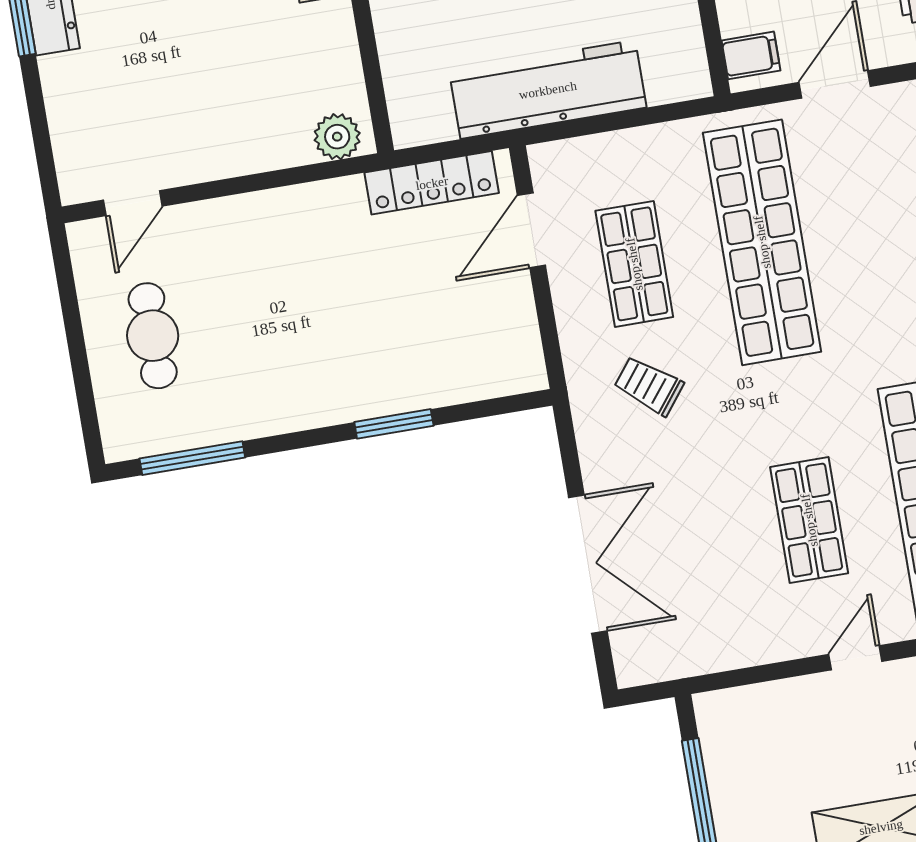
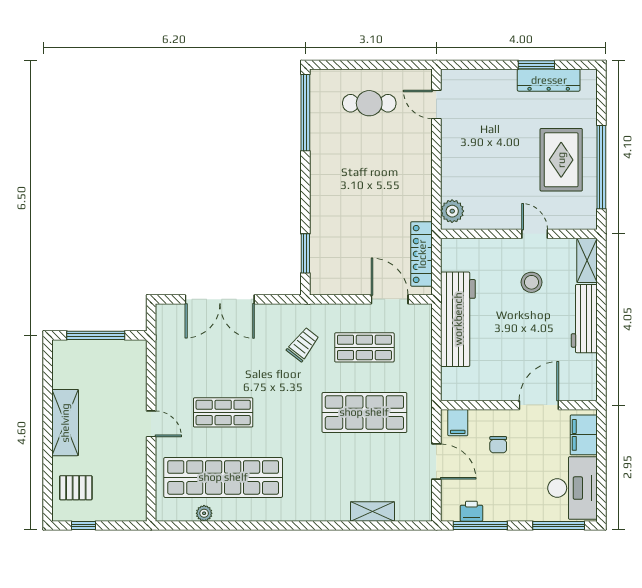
shop shelf: (762, 242) -> (364, 412), width x0.71
window: (394, 424) -> (305, 253), moved
window: (192, 458) -> (305, 113), width x1.46

